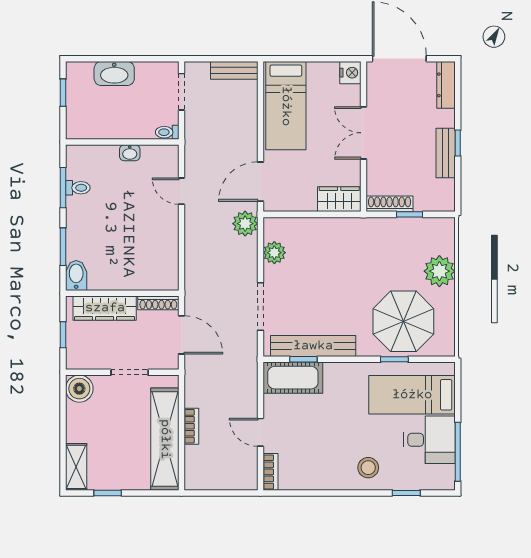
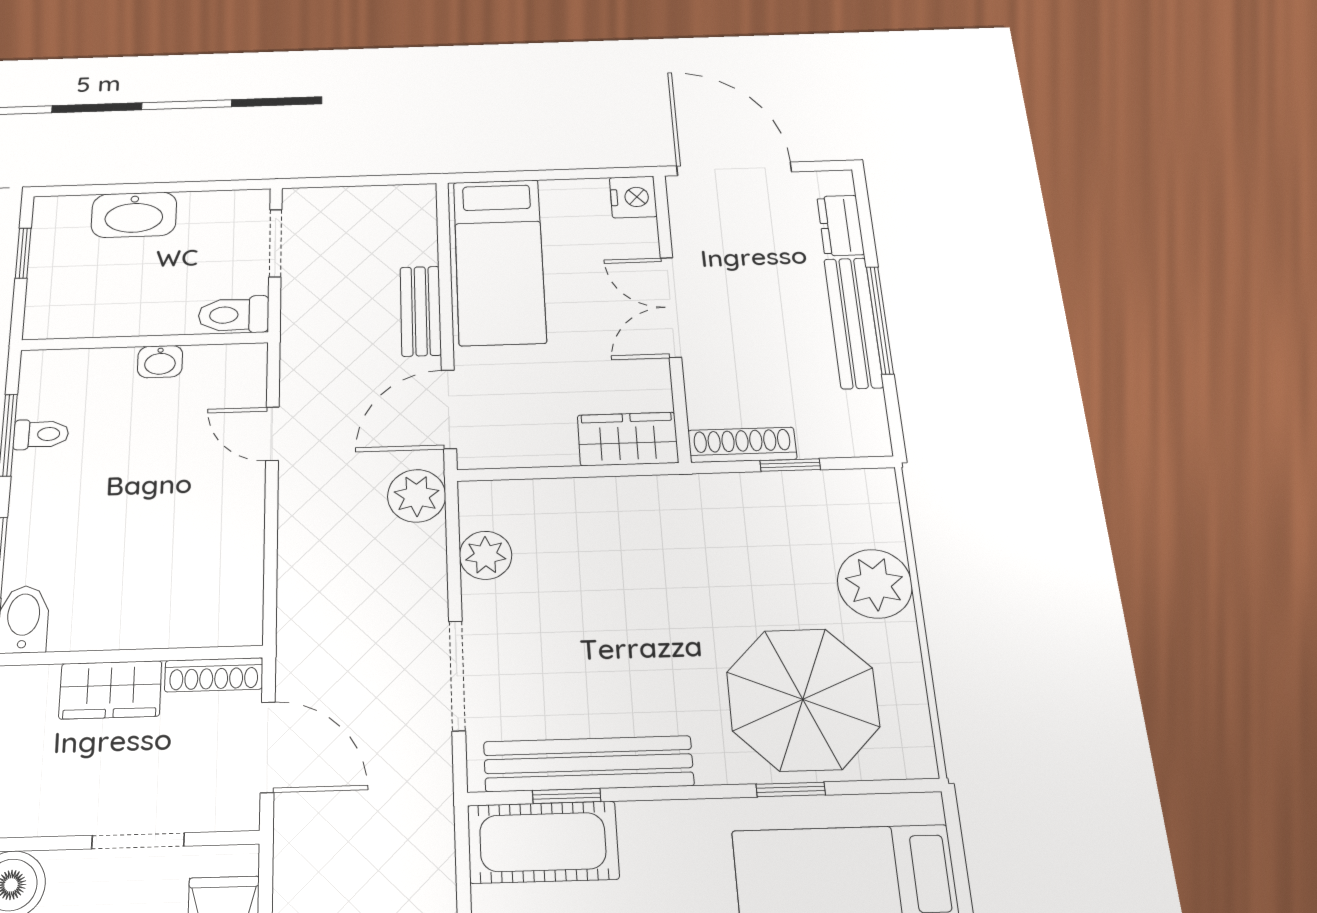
bench: (234, 70) -> (421, 311), moved, turned 90
dresser: (446, 85) -> (841, 225), width x0.70
toilet: (167, 132) -> (234, 315), width x1.37, depth x1.39
window: (458, 143) -> (880, 320), width x2.17
bench: (446, 153) -> (853, 323), width x1.36
wardrobe: (105, 308) -> (110, 690), width x0.67

